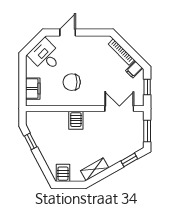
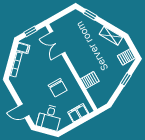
server rack: (76, 120) -> (90, 80), moved
window: (147, 131) -> (62, 14), removed
window: (31, 141) -> (126, 79), moved

